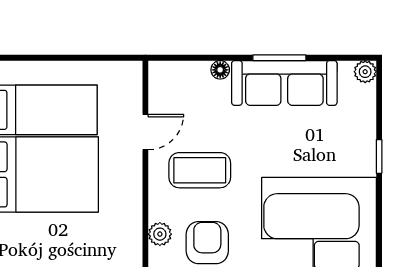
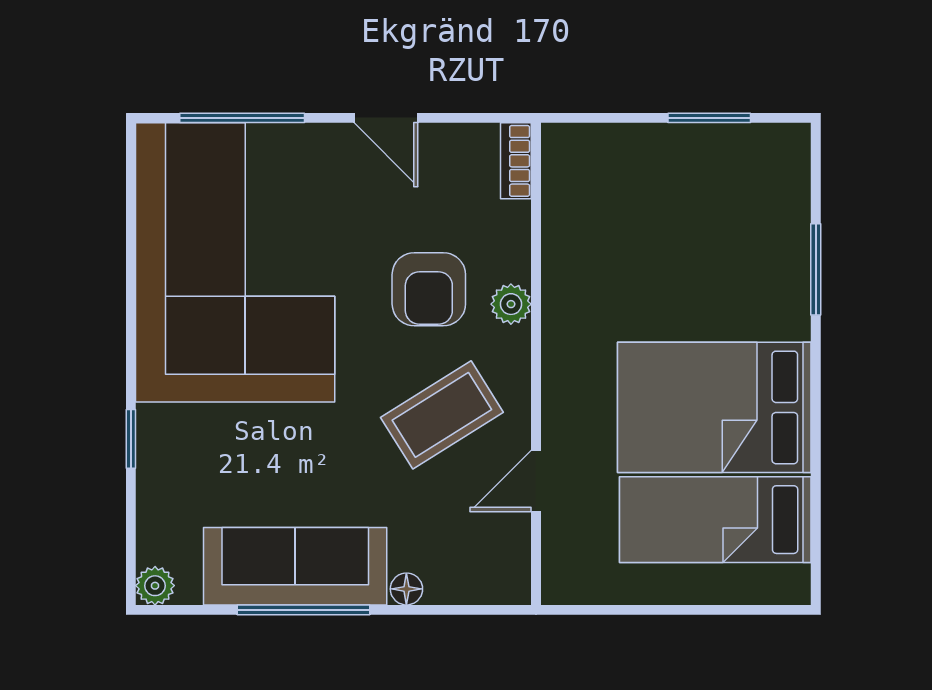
window: (279, 58) -> (304, 610), width x1.44
coffee table: (200, 170) -> (442, 415), turned -32

